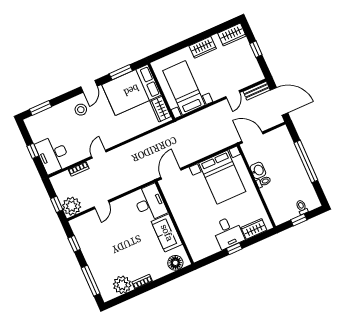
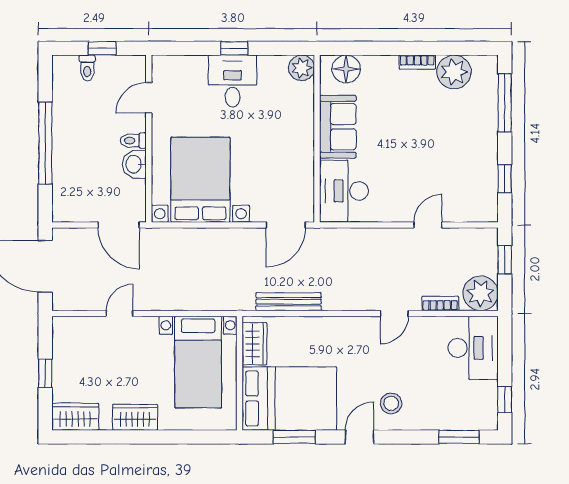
bench: (257, 91) -> (289, 302), moved, width x1.36
window: (33, 151) -> (505, 400), moved
plant: (72, 206) -> (481, 293), moved
door: (265, 206) -> (149, 98), added
wardrobe: (254, 229) -> (186, 67), removed
plant: (197, 254) -> (301, 68), added

